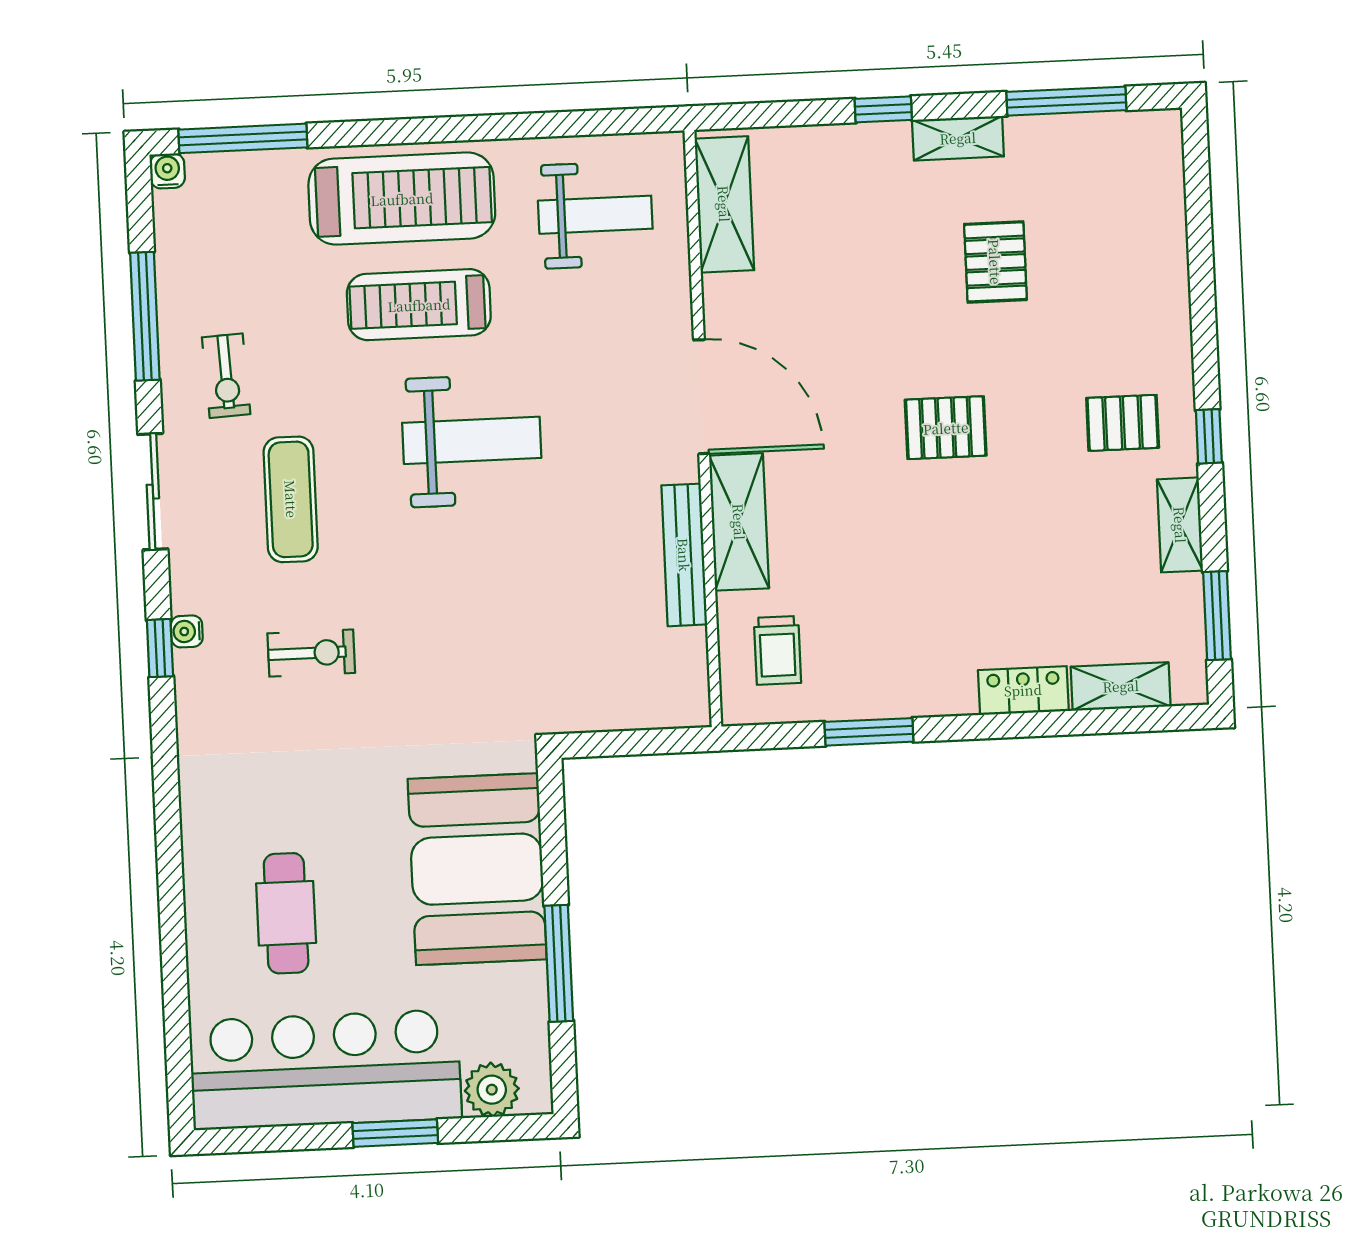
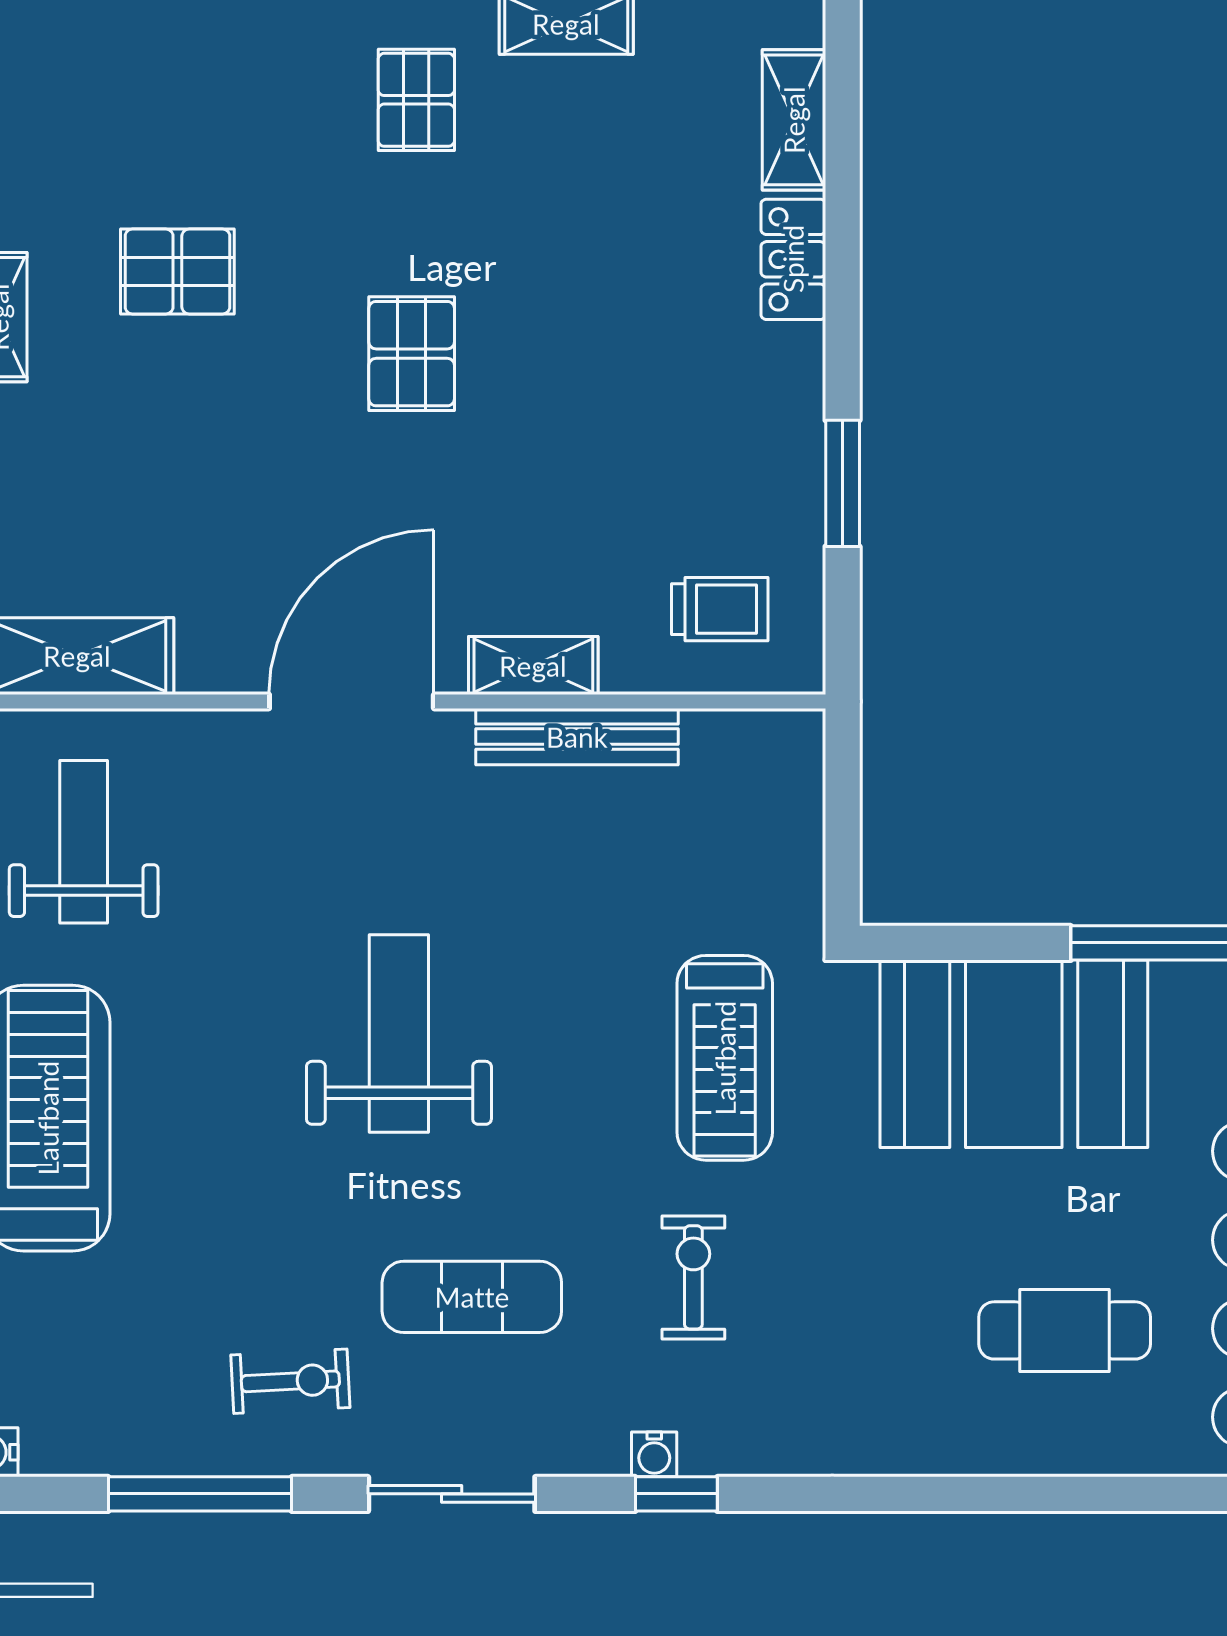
treadmill: (419, 305) -> (725, 1058), moved
shelving: (739, 522) -> (533, 666), width x0.67, depth x0.75

